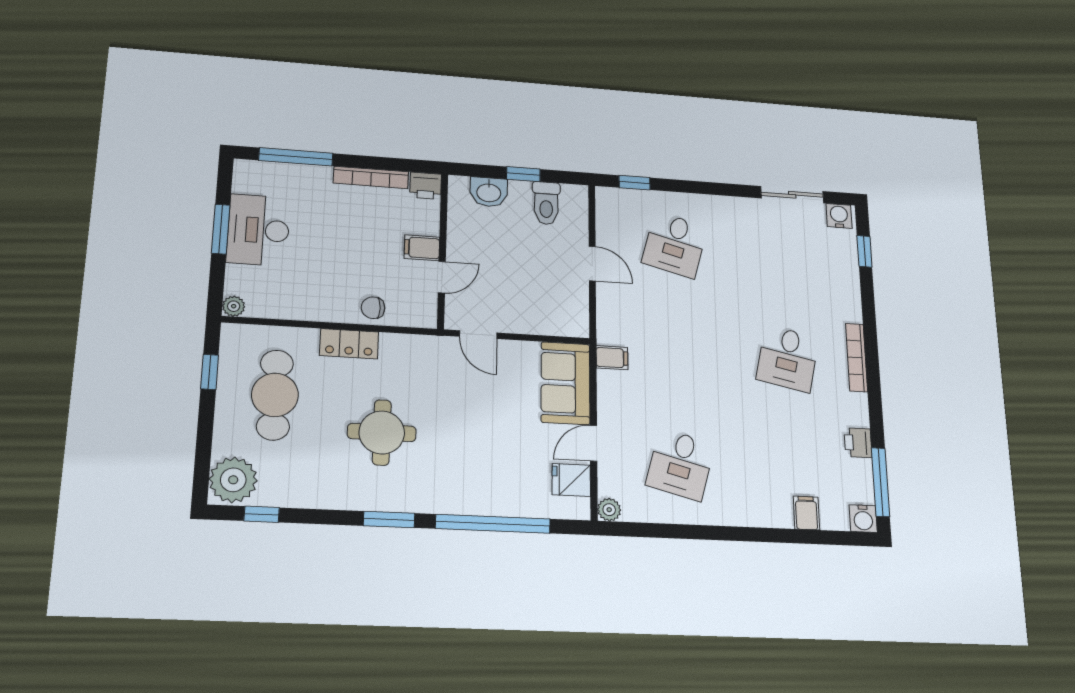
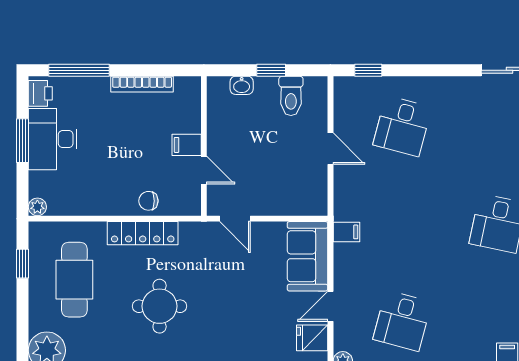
printer: (426, 186) -> (40, 93), moved, turned -90
washbasin: (489, 192) -> (242, 85), width x0.72, depth x0.69
door: (442, 277) -> (204, 170), hinge flipped
locker: (349, 344) -> (143, 233), width x1.53

